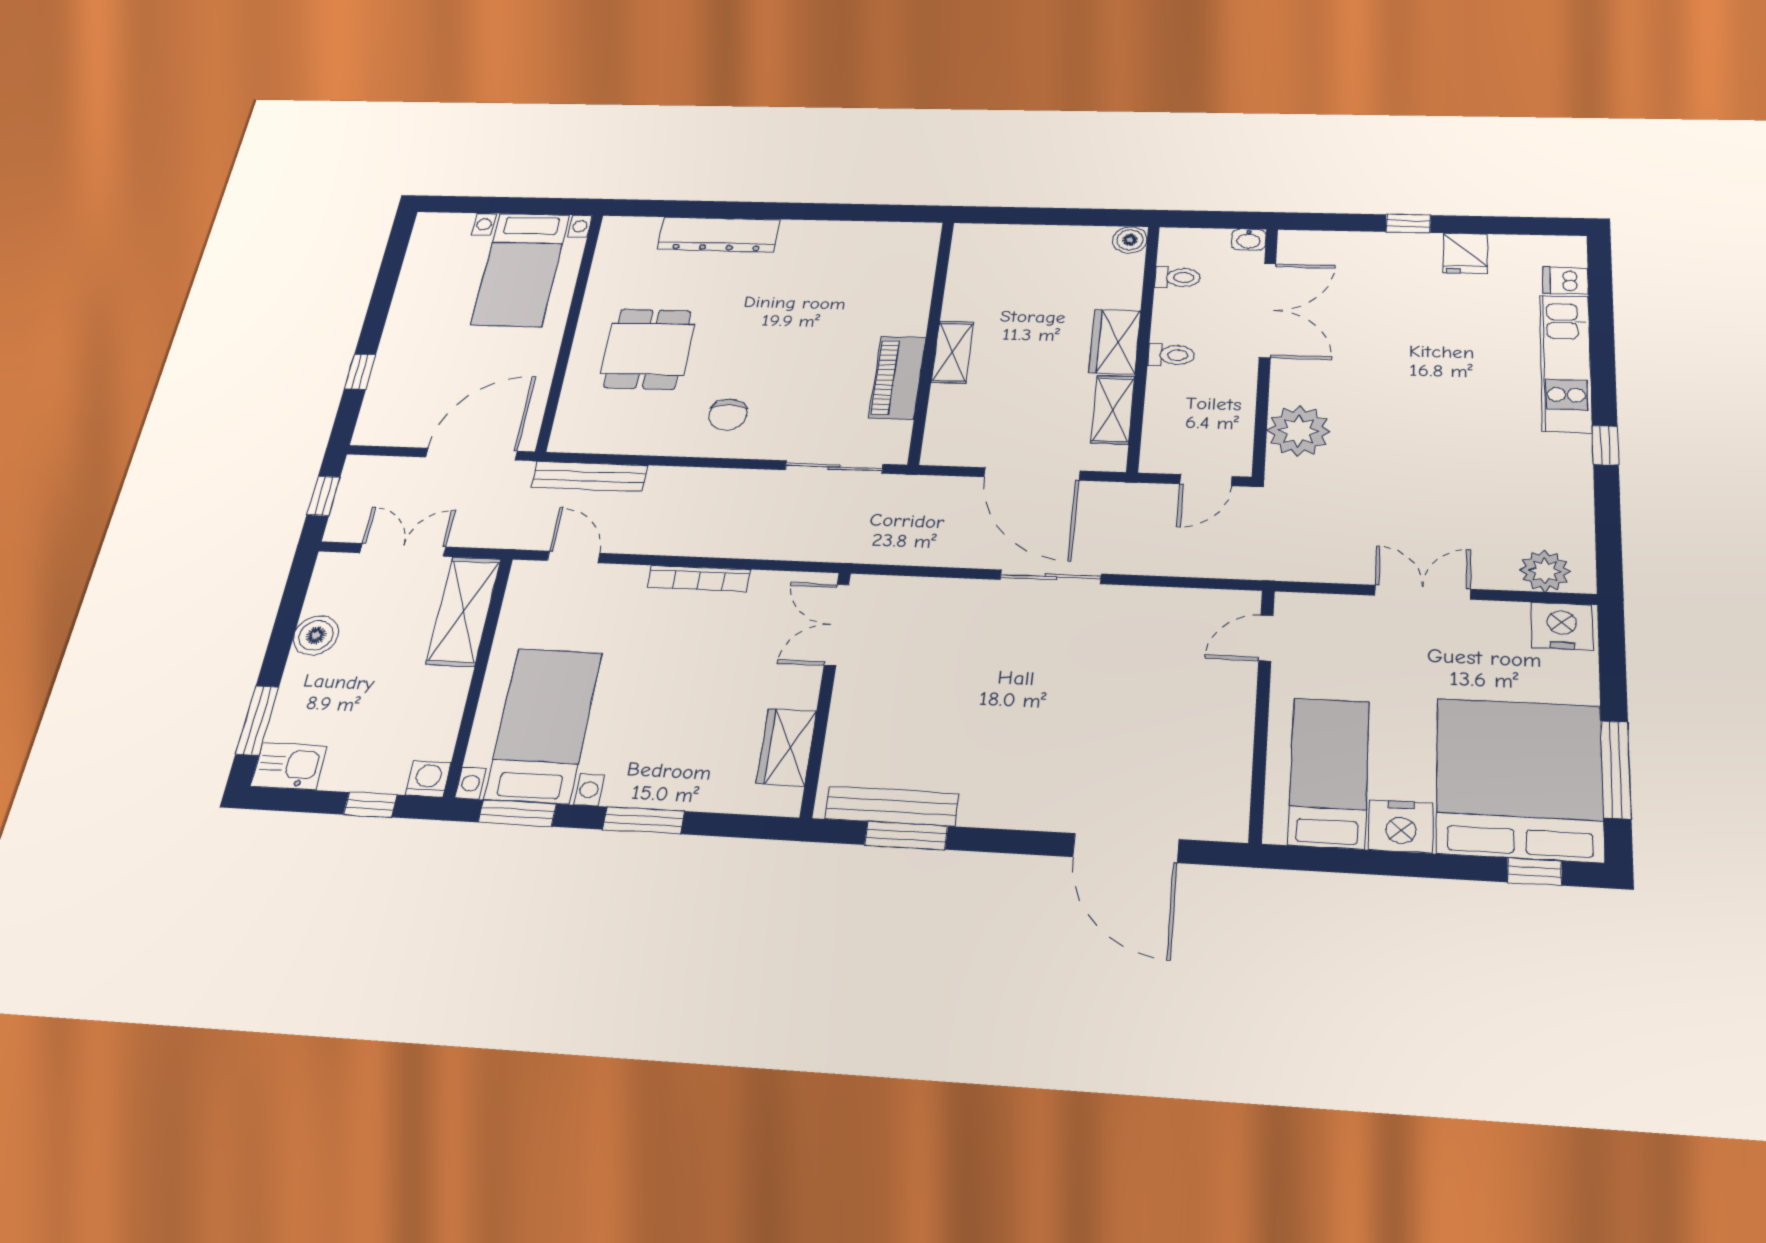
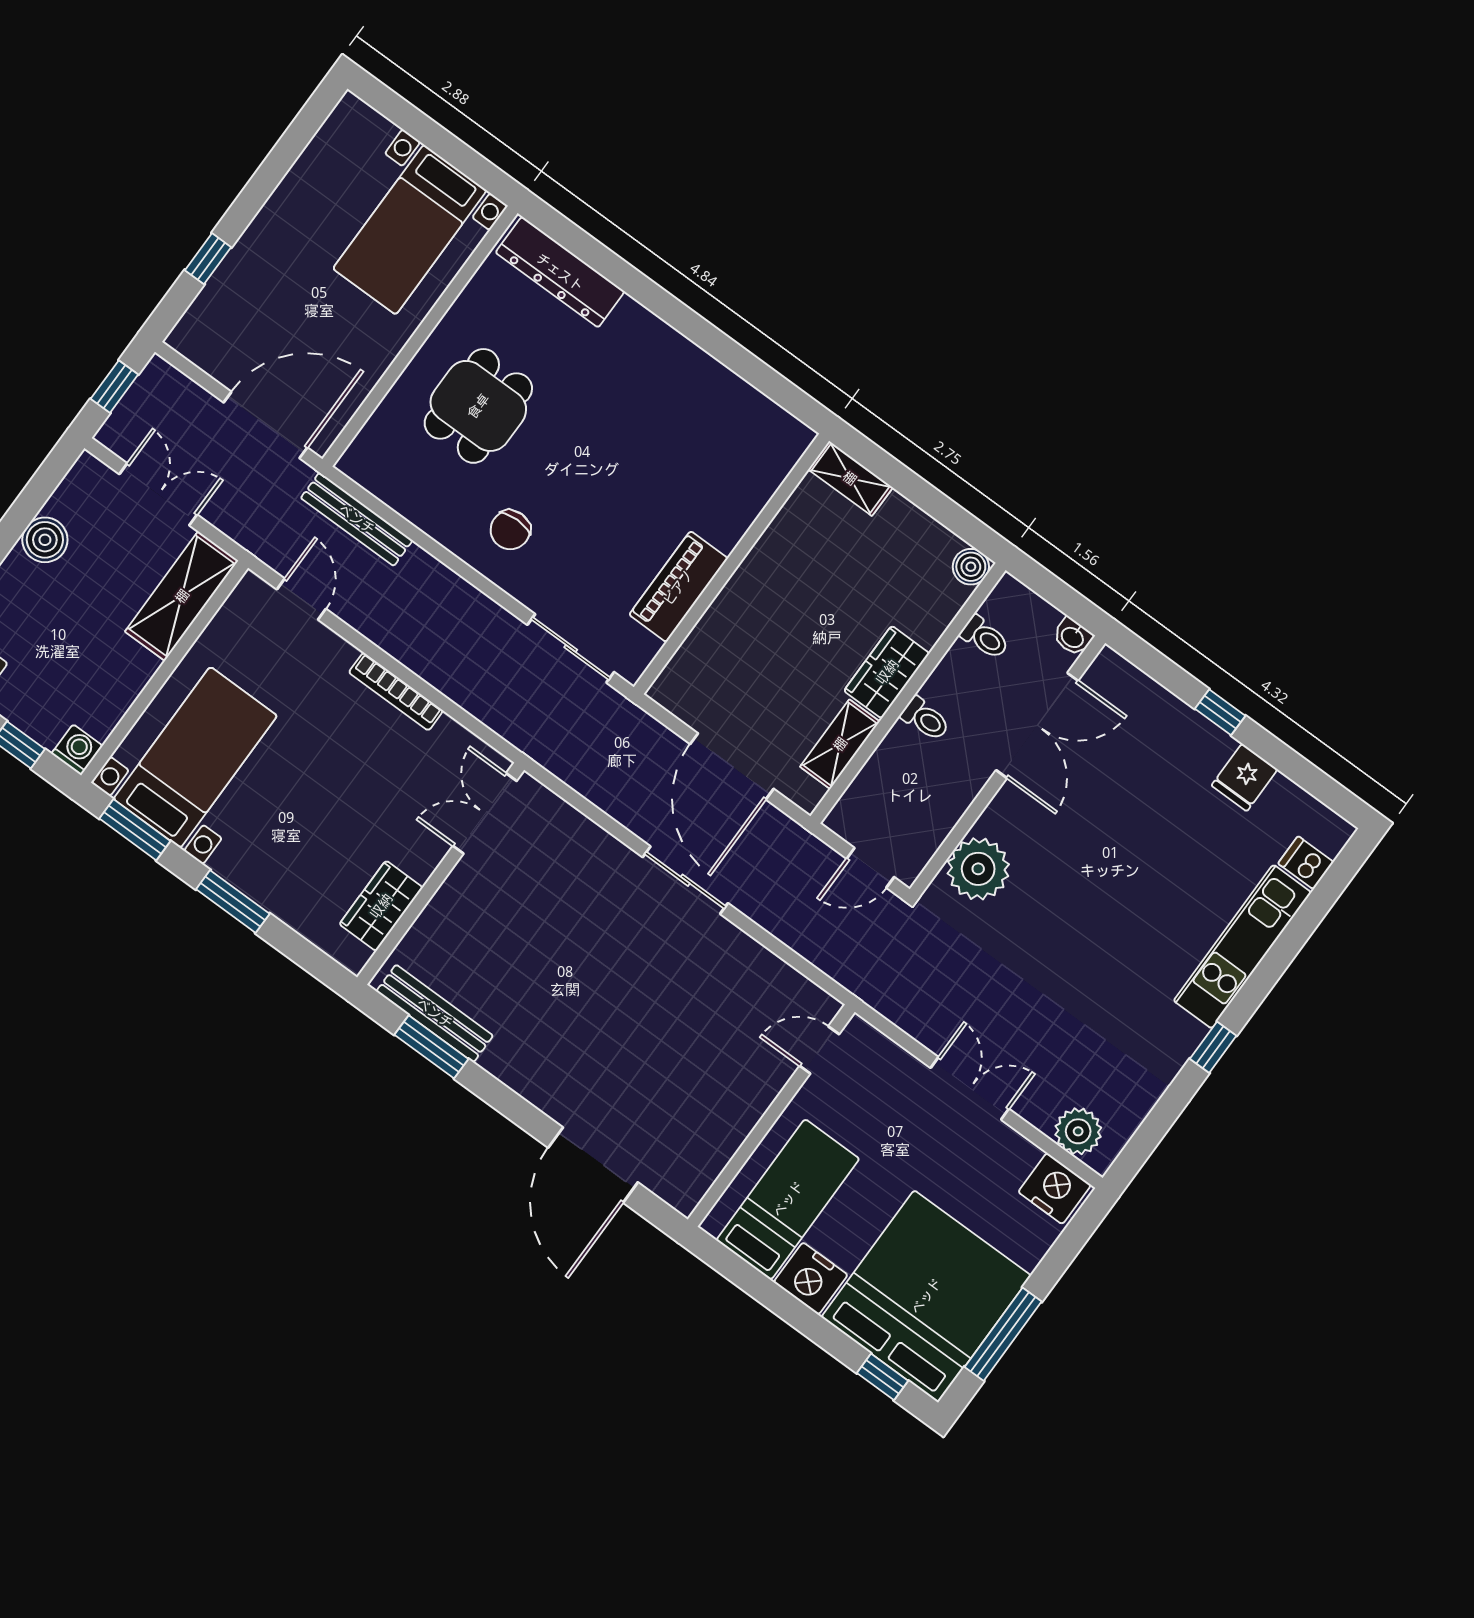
dresser: (718, 235) -> (560, 272), moved
shelving: (952, 352) -> (850, 478), moved, turned 90

